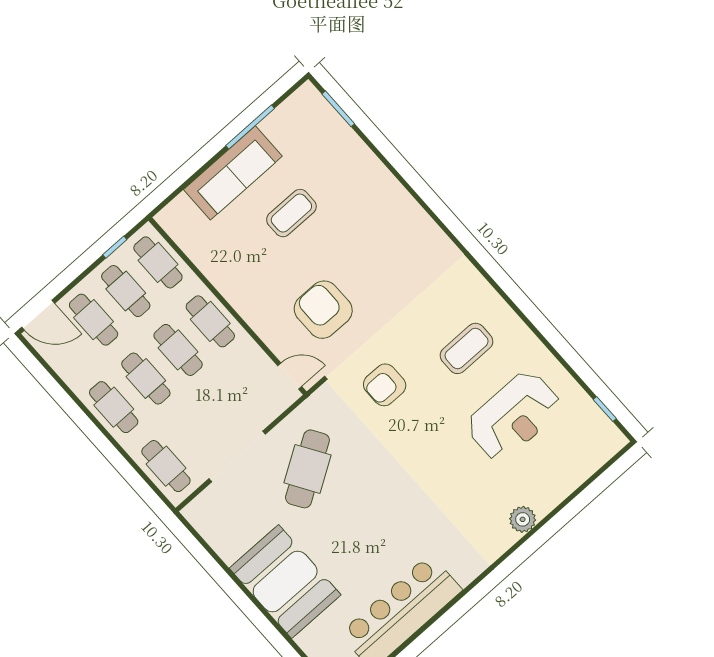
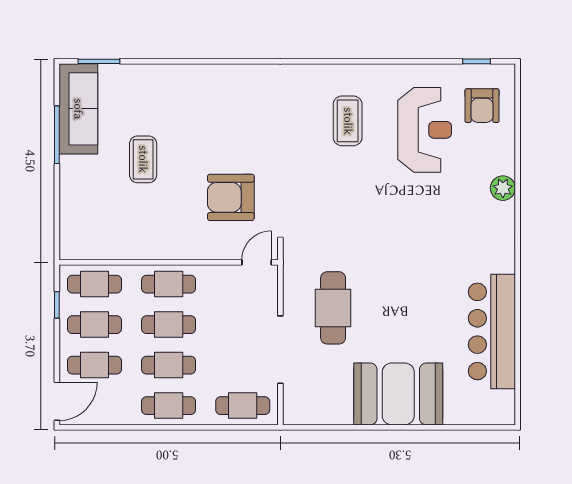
sofa: (233, 173) -> (78, 109), moved
armchair: (385, 385) -> (482, 106), moved
cafe table: (307, 469) -> (333, 308), turned 32

